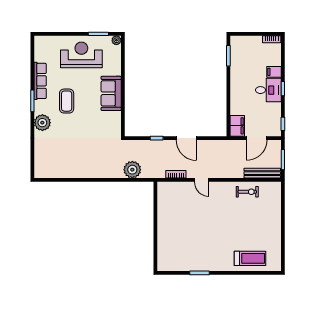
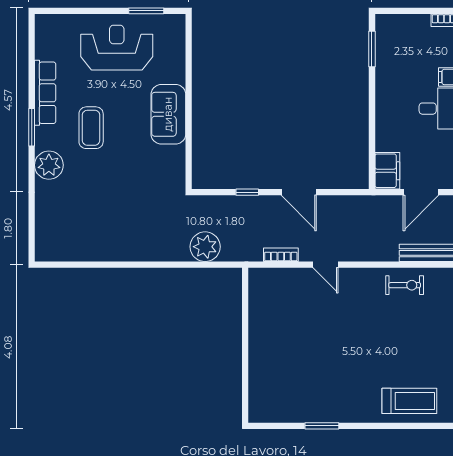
plant: (116, 40) -> (178, 22), removed

